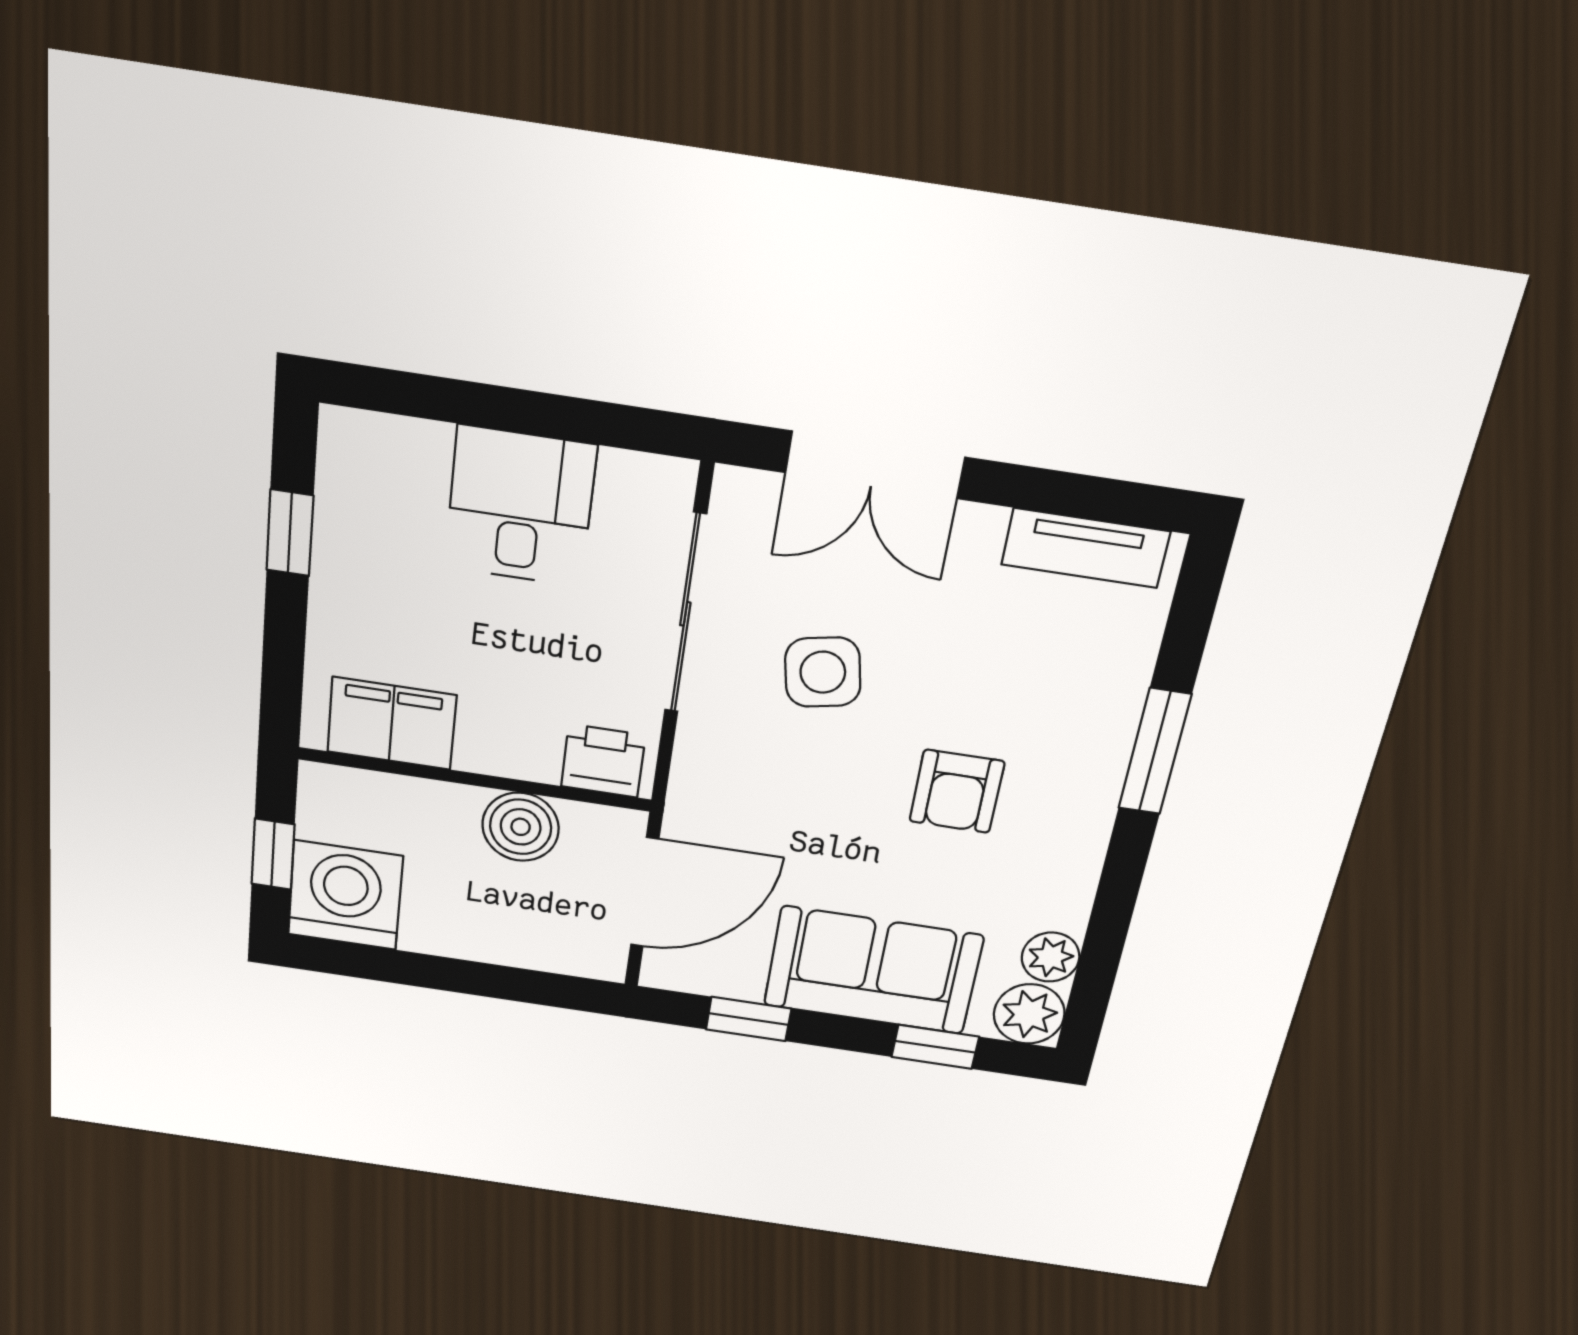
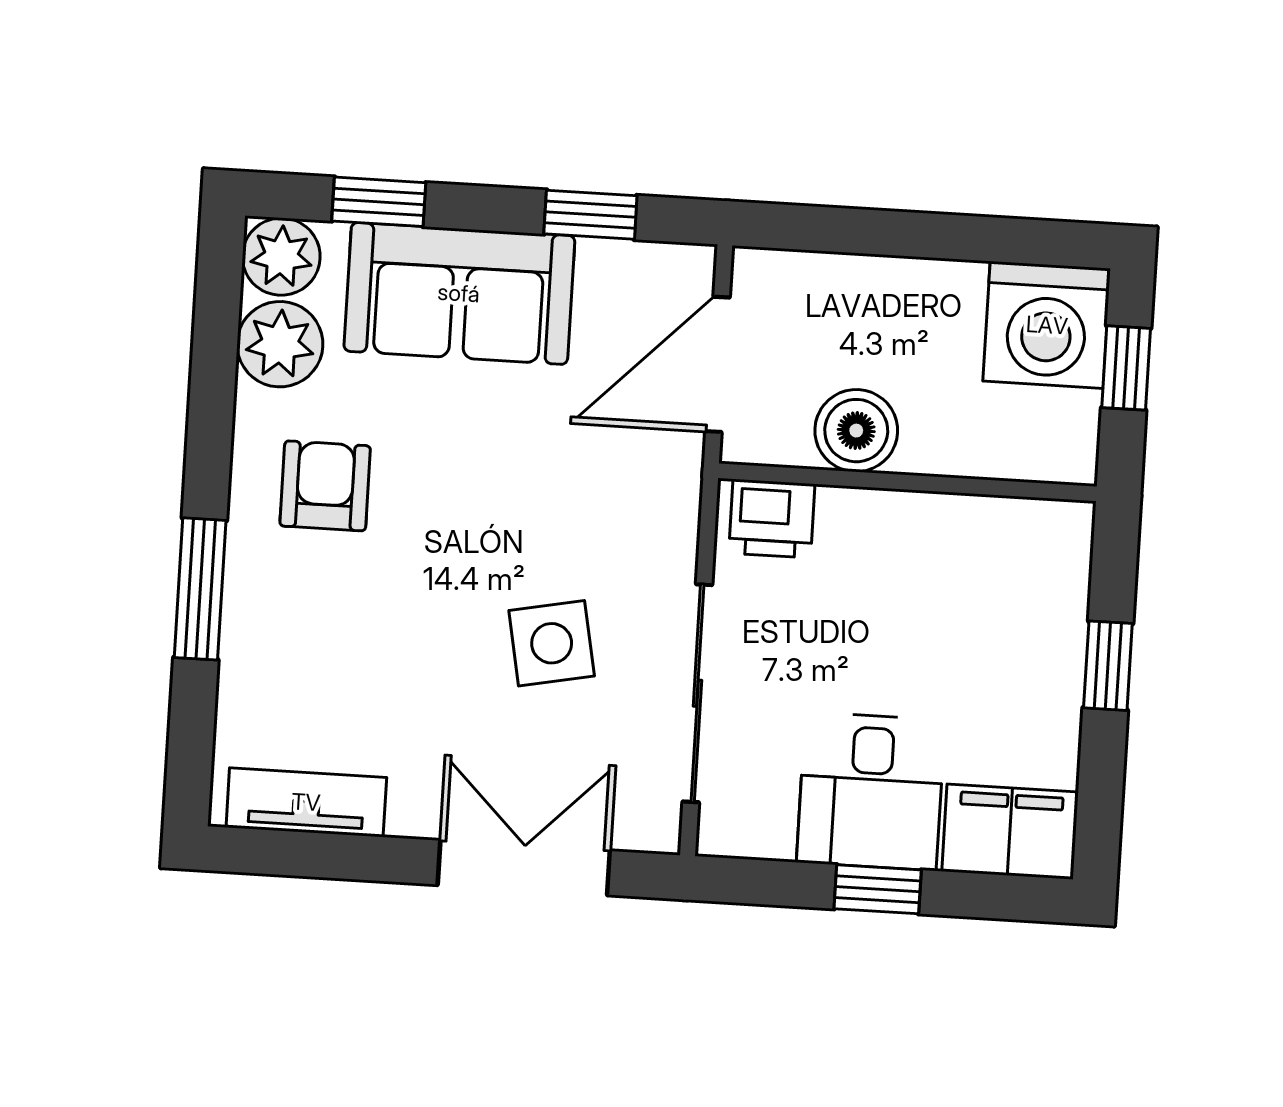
window: (517, 411) -> (878, 889), added
window: (290, 533) -> (1108, 666), moved
filing cabinet: (392, 723) -> (1010, 832), moved, turned 180
armchair: (957, 791) -> (325, 486), moved
plant: (1051, 957) -> (280, 344), width x1.38, depth x1.38

